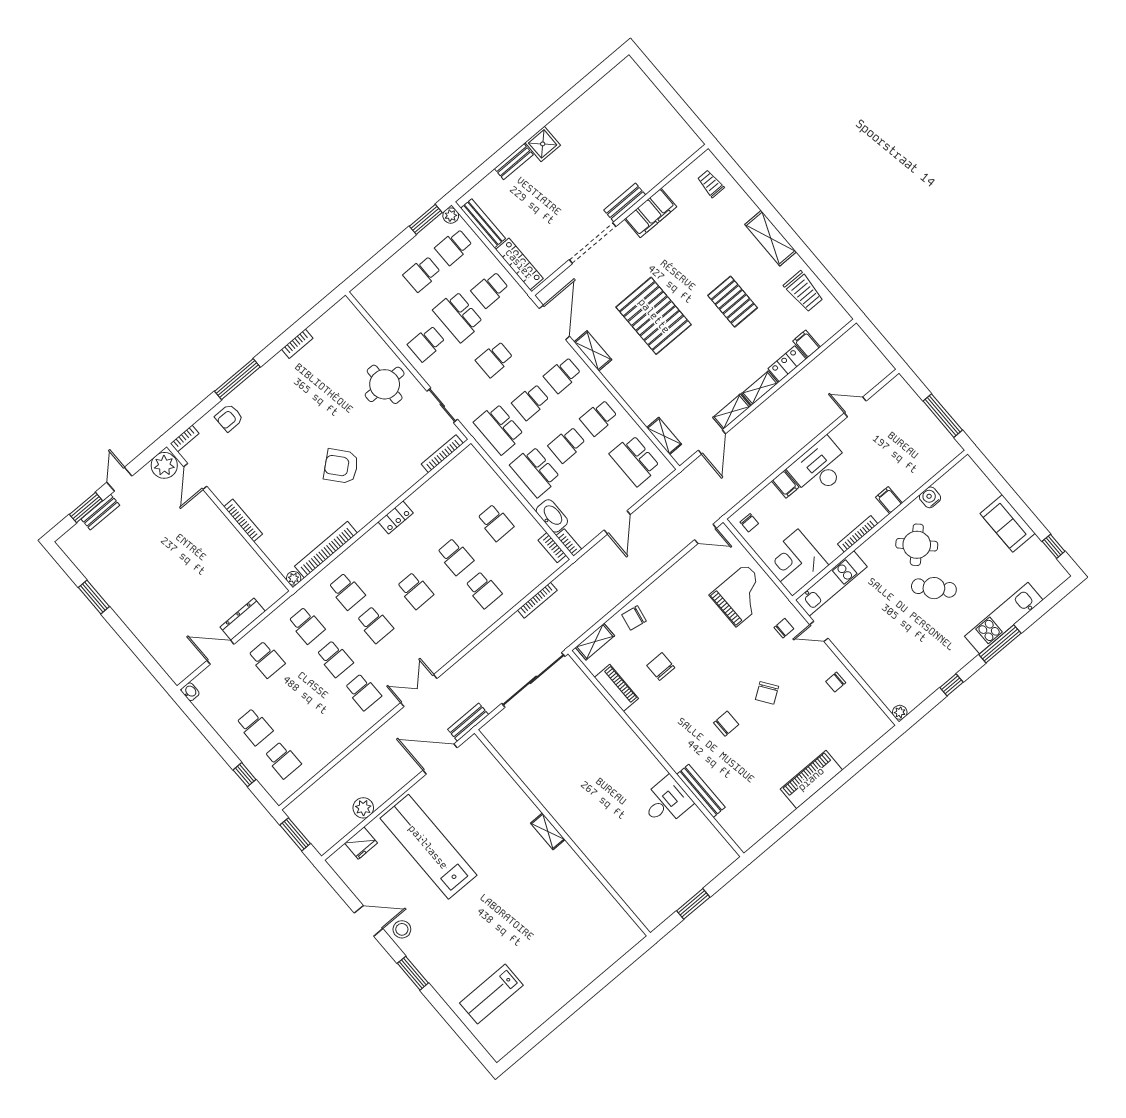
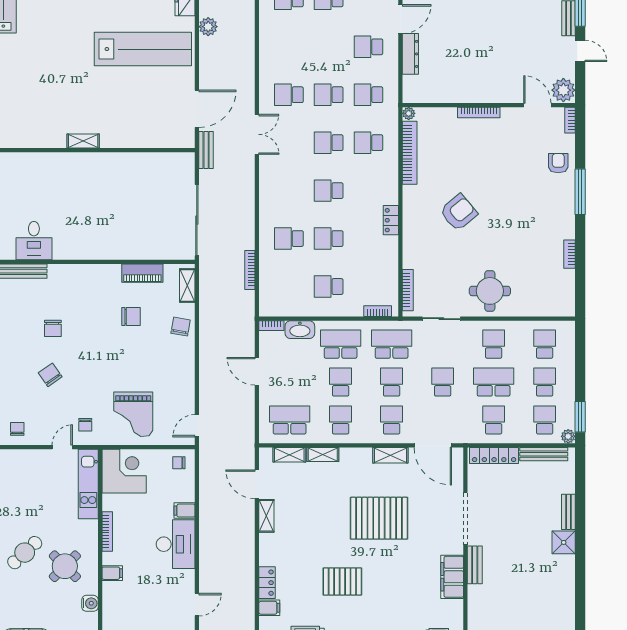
school desk: (390, 301) -> (545, 344), added
shelving: (760, 388) -> (323, 455), moved, turned 90
bookcase: (552, 548) -> (378, 311), moved

